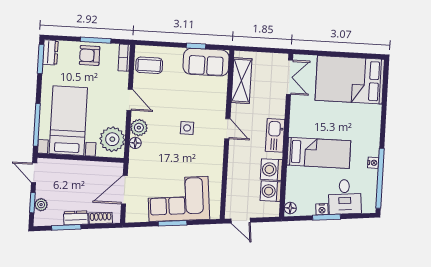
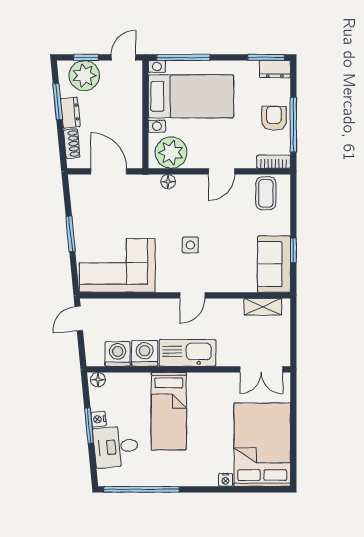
window: (96, 40) -> (293, 125), width x1.44
shelving: (242, 81) -> (263, 307), width x0.67, depth x0.75
plant: (139, 128) -> (187, 185), removed
kitchen sink: (275, 135) -> (187, 353), width x1.36, depth x1.24
nightstand: (373, 163) -> (226, 480), moved
corner sofa: (179, 199) -> (117, 265), moved, turned -84
plant: (41, 205) -> (84, 76), width x1.88, depth x1.88

